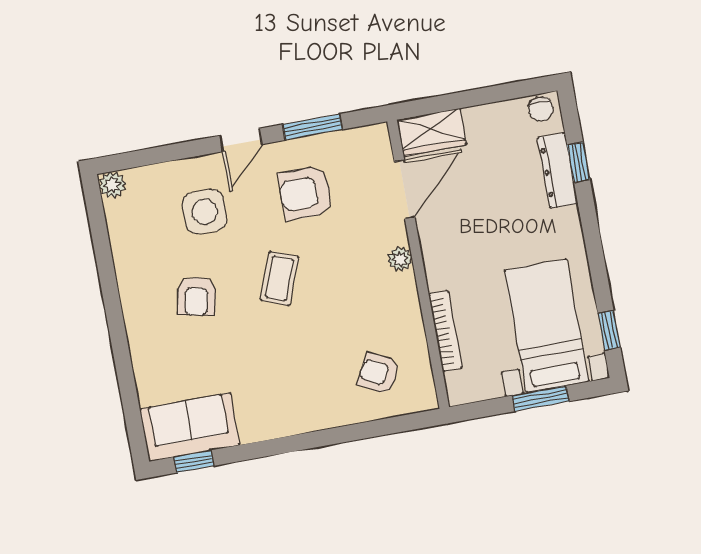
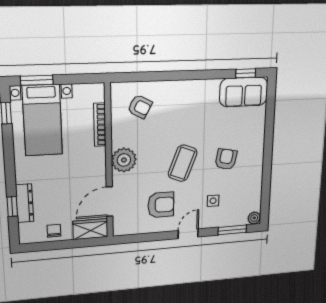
chair: (541, 109) -> (54, 231), moved
window: (313, 127) -> (232, 230), moved
side table: (204, 212) -> (213, 201), width x0.54, depth x0.54
plant: (400, 259) -> (124, 160), width x1.88, depth x1.88
coffee table: (279, 278) -> (183, 163), width x1.36, depth x1.30
window: (540, 399) -> (37, 80), moved

